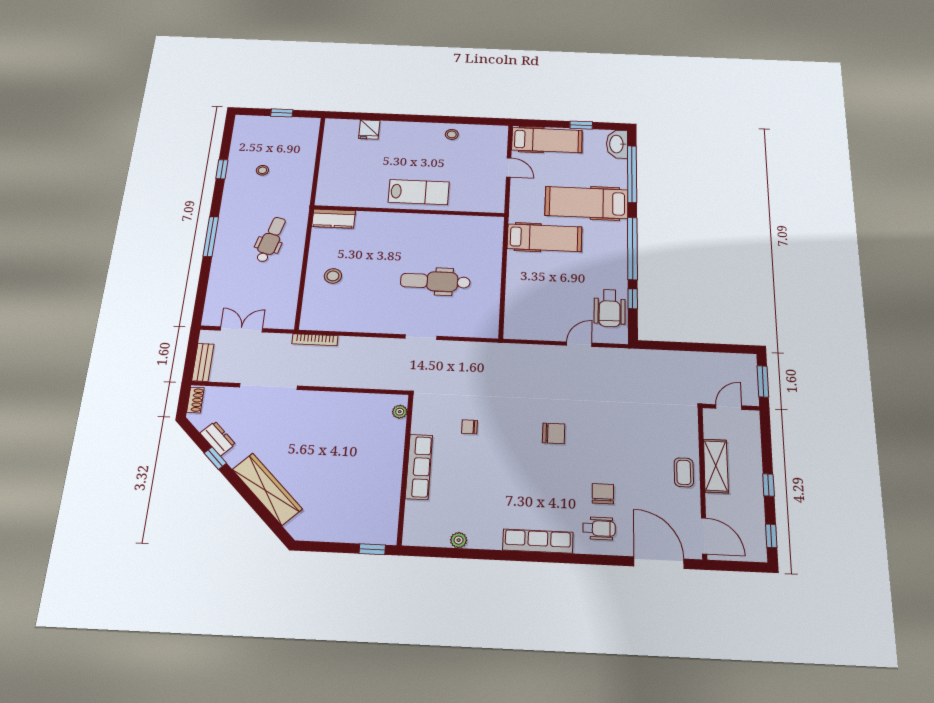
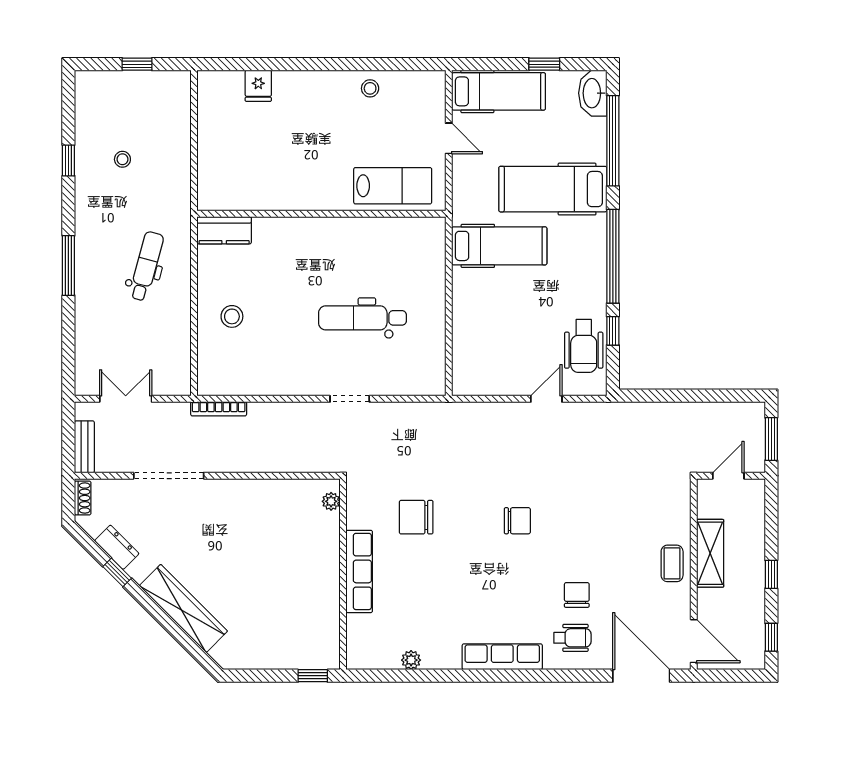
lab bench: (419, 192) -> (393, 186), moved
chair: (469, 427) -> (416, 517), width x1.87, depth x1.87

